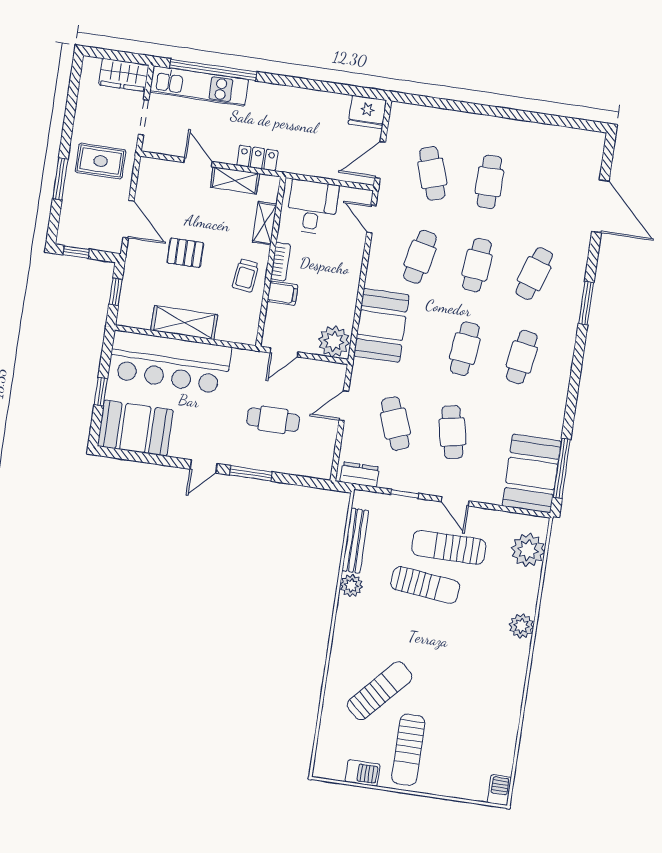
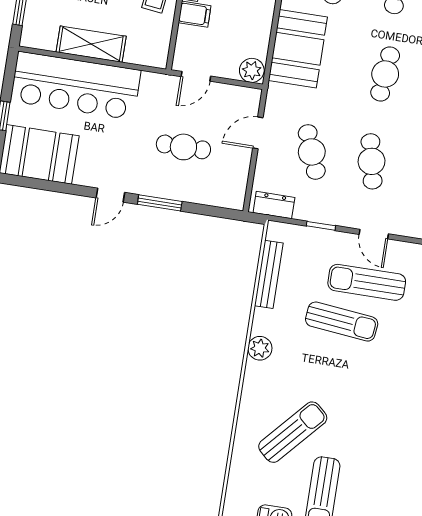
plant: (334, 341) -> (252, 70), width x0.73, depth x0.73
plant: (351, 585) -> (260, 348), moved

